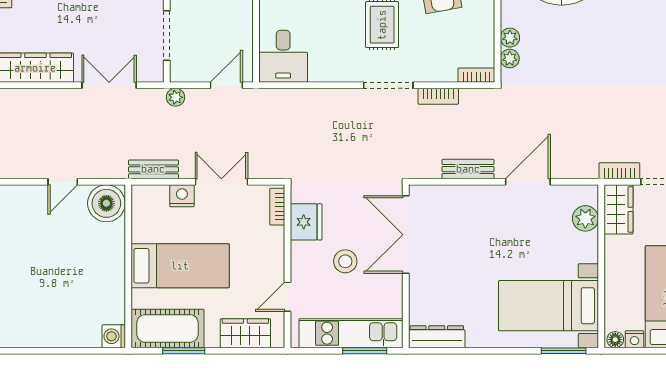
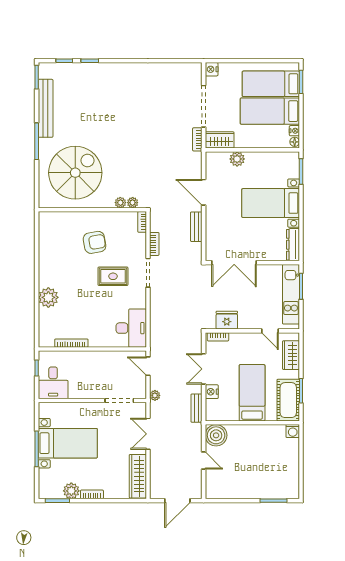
desk: (283, 56) -> (131, 328), width x1.37
plant: (585, 218) -> (237, 159), moved
stool: (345, 261) -> (250, 297), removed
bed with nightstands: (548, 306) -> (271, 203), moved, turned 90

